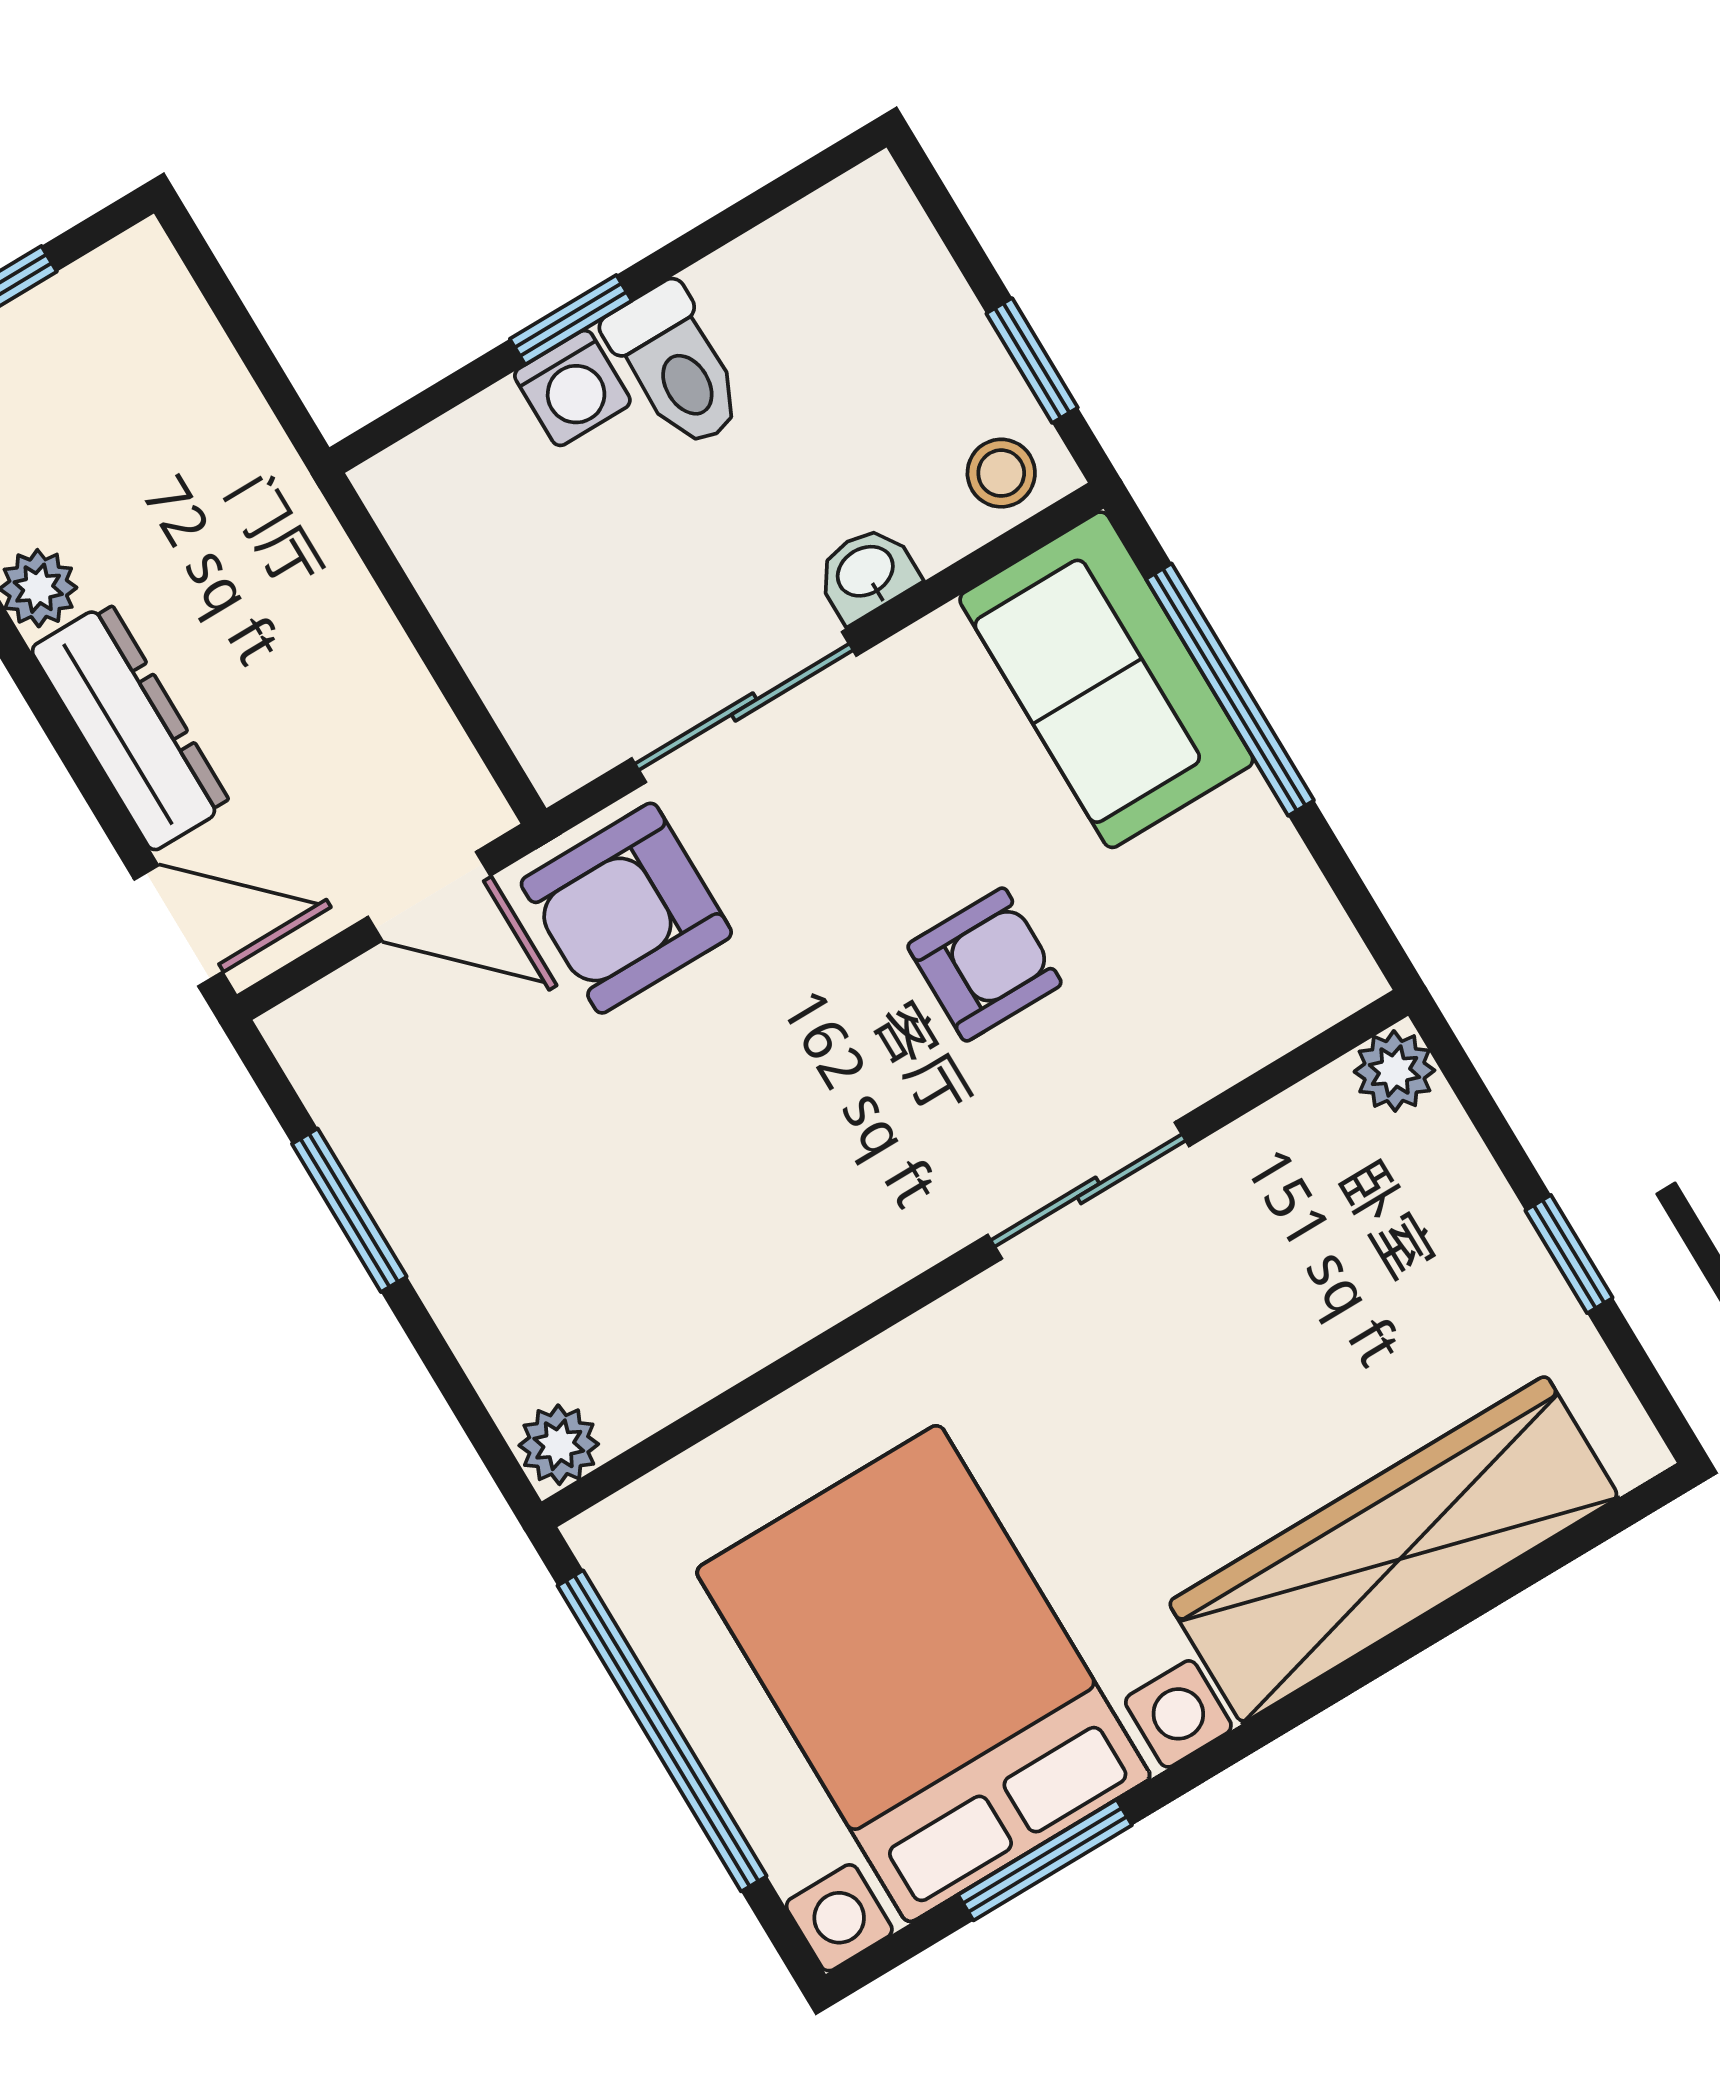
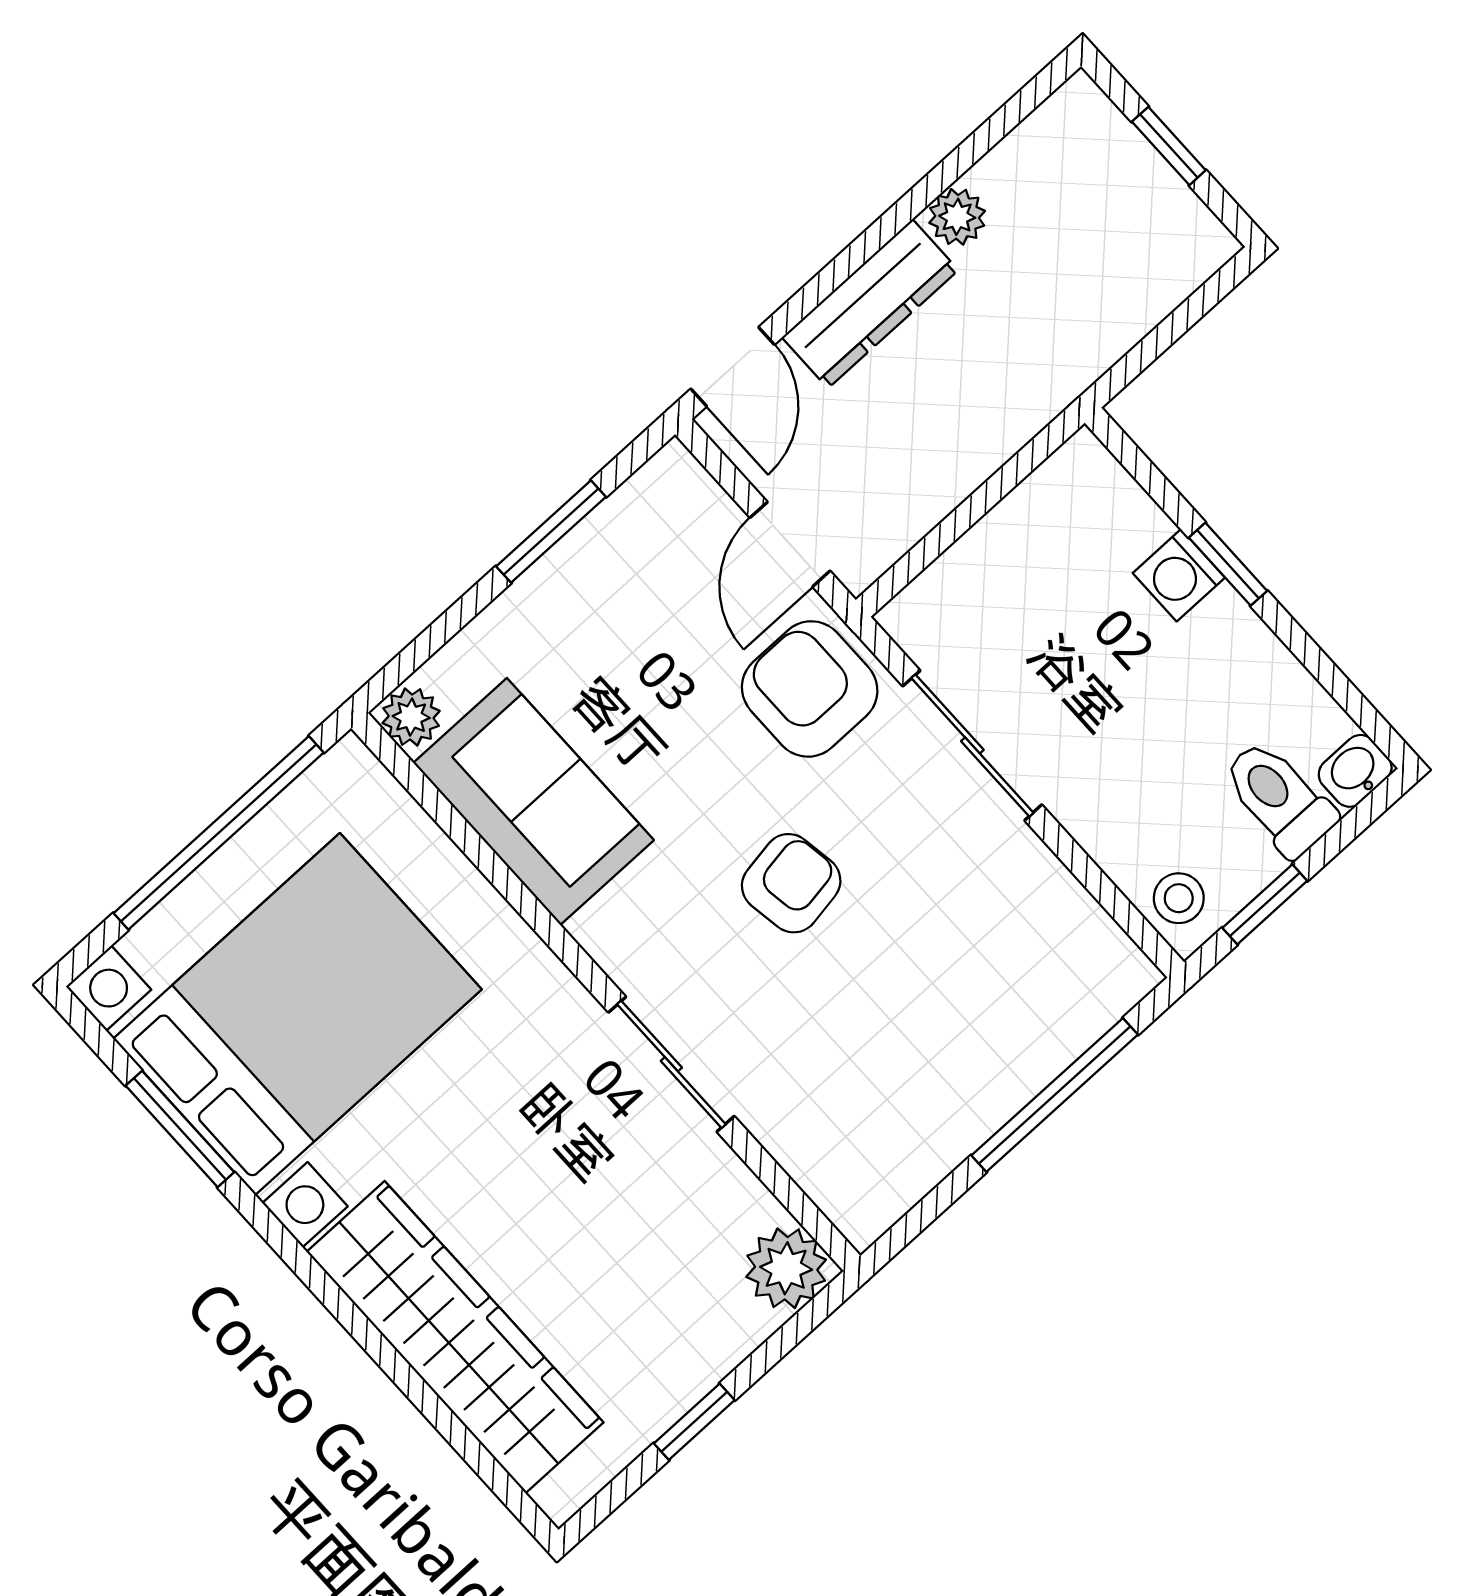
toilet: (676, 366) -> (1279, 798), moved, turned 90
washbasin: (866, 573) -> (1355, 771), moved, turned -90
sofa: (1106, 680) -> (534, 801), moved, turned 90
armchair: (984, 964) -> (791, 883), moved, turned -99
plant: (1394, 1071) -> (786, 1268), width x1.38, depth x1.38

